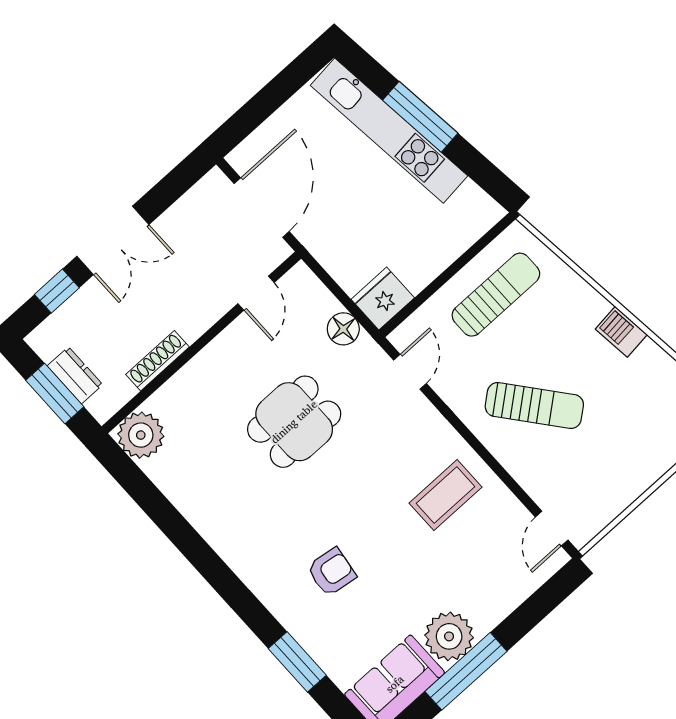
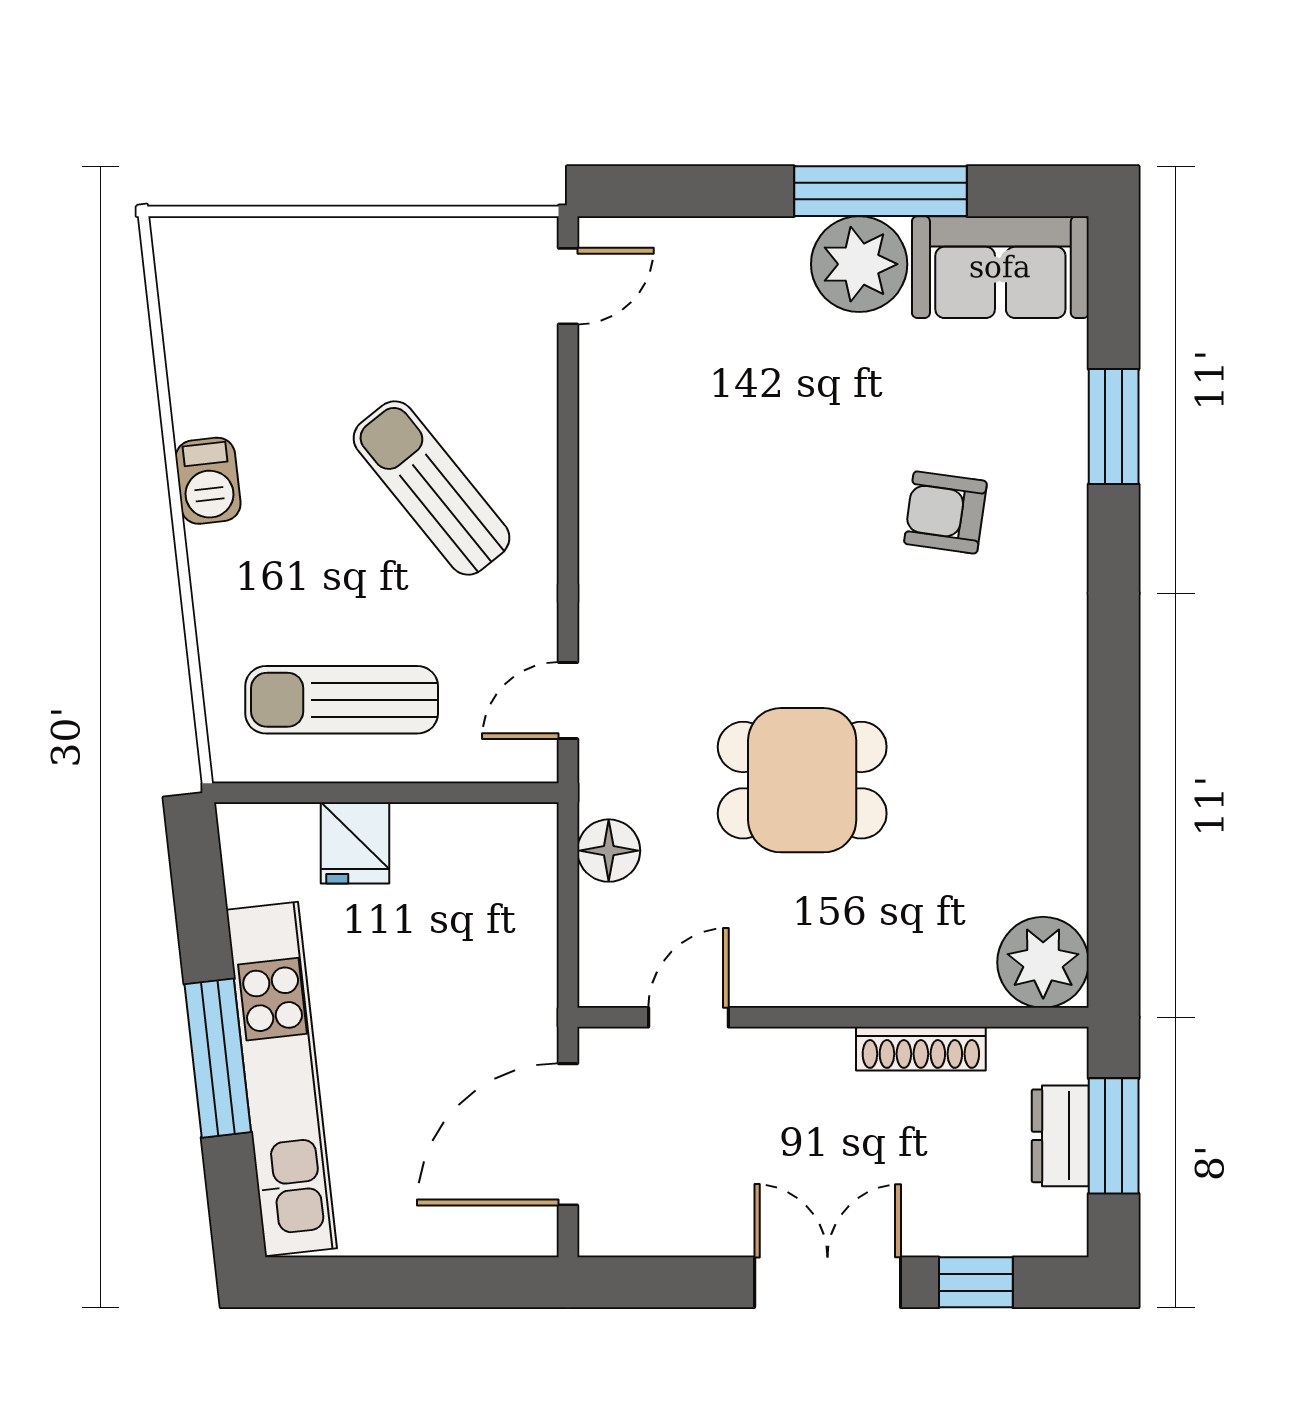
fridge: (383, 299) -> (355, 843), moved, width x0.72
coffee table: (446, 495) -> (678, 474), removed

